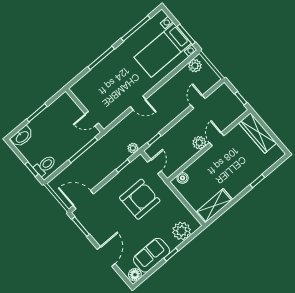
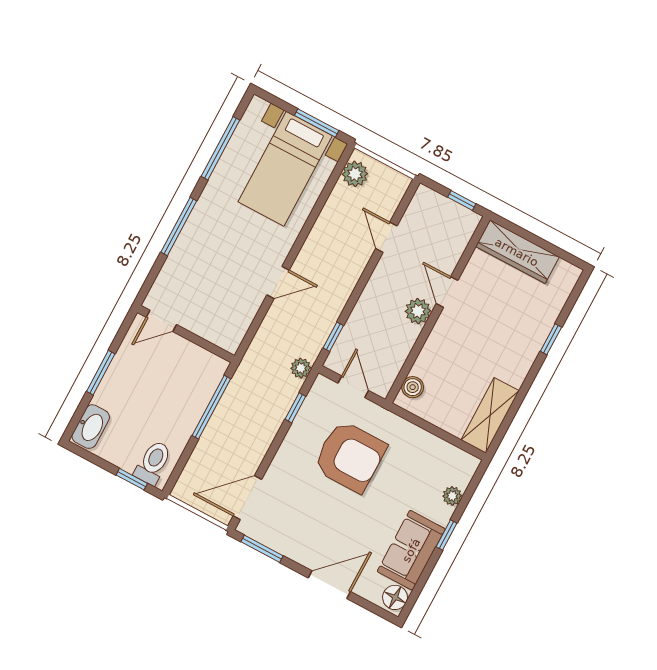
door: (92, 119) -> (161, 321), moved
armchair: (140, 199) -> (350, 456), turned 90
plant: (182, 231) -> (452, 496), width x0.53, depth x0.53
door: (106, 256) -> (329, 585), hinge flipped

